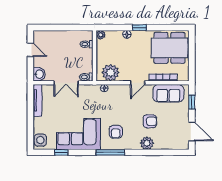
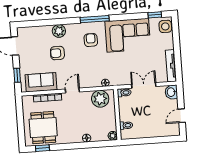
window: (139, 28) -> (42, 148), moved
dining table: (169, 48) -> (43, 128), width x0.73
door: (30, 50) -> (182, 116), hinge flipped
window: (61, 152) -> (155, 15), moved

